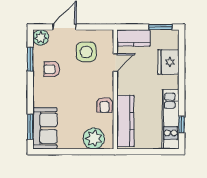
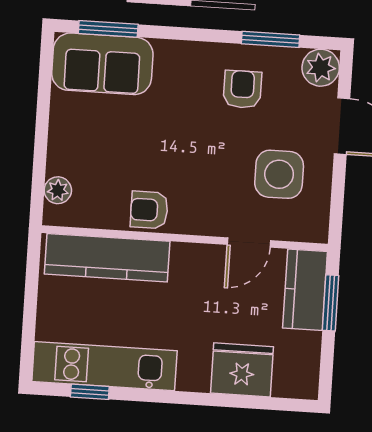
window: (160, 27) -> (331, 303), moved
door: (115, 63) -> (249, 242), hinge flipped
plant: (94, 138) -> (58, 190), width x0.53, depth x0.53

